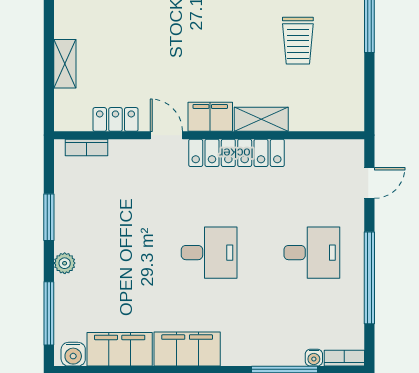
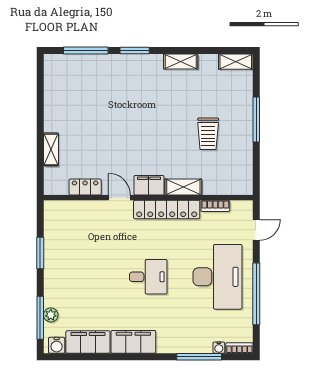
bookcase: (87, 147) -> (215, 206), moved
desk: (312, 253) -> (218, 277), width x1.87, depth x1.30
plant: (65, 263) -> (51, 315), moved

